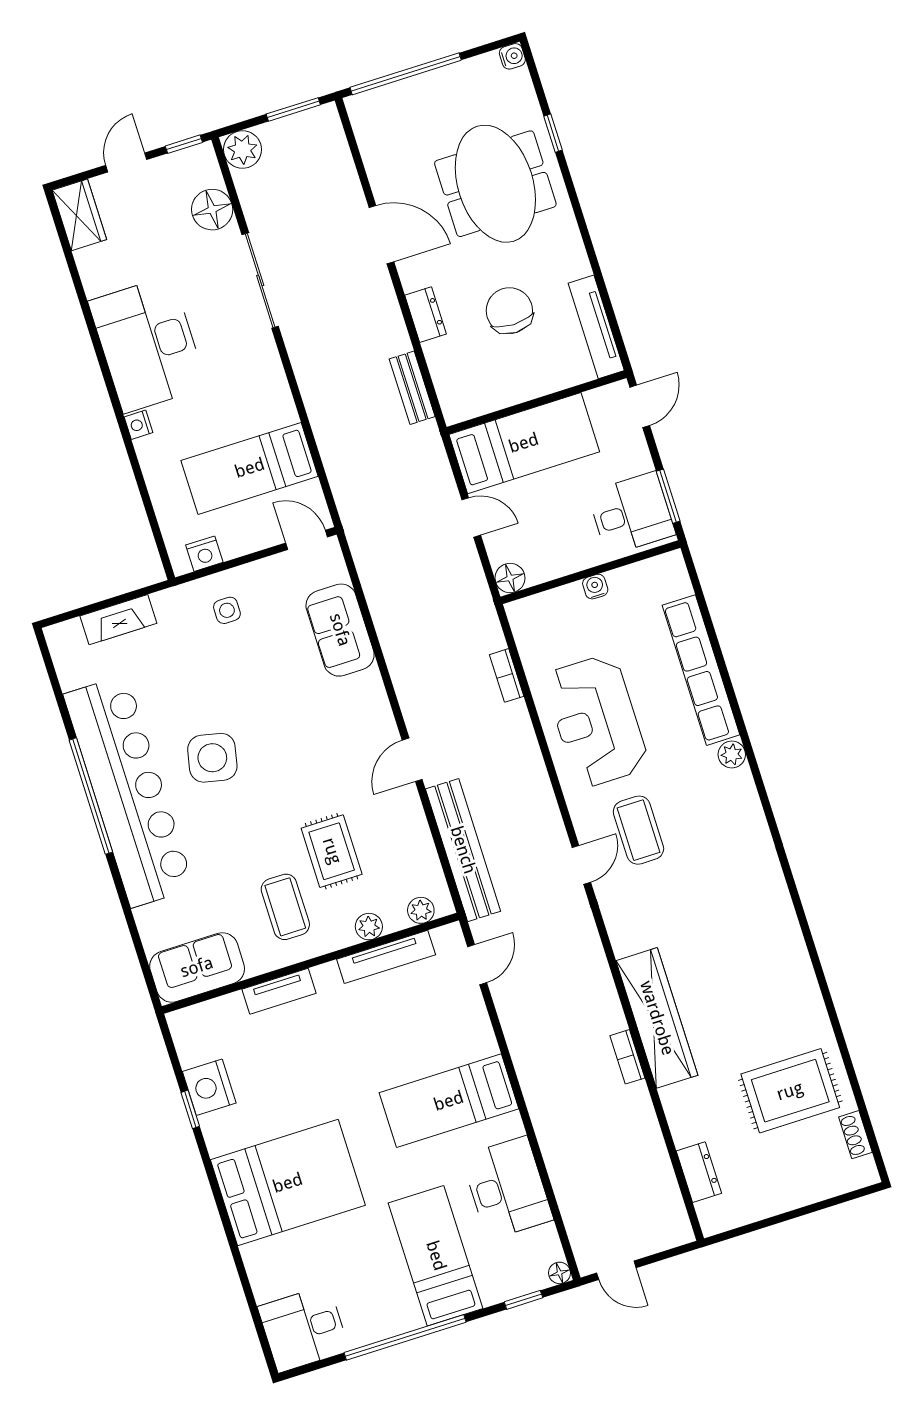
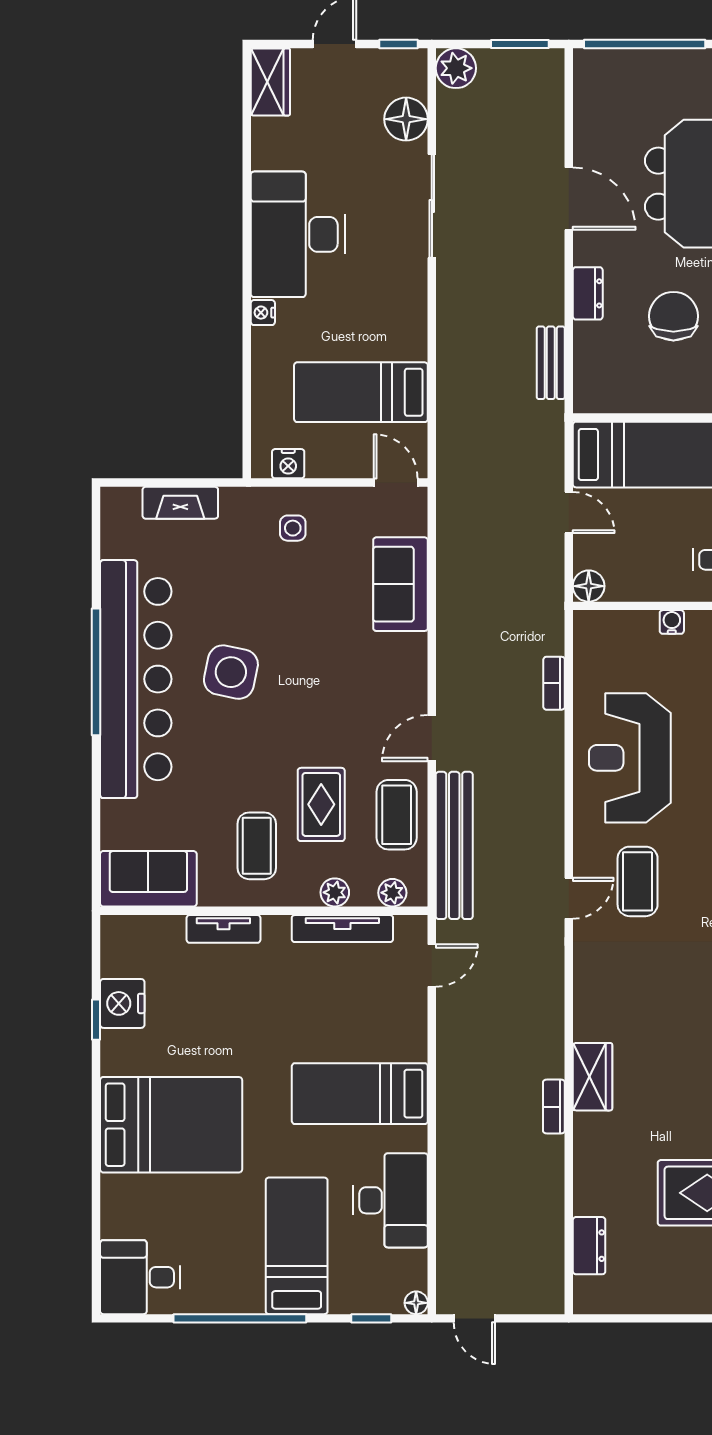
coffee table: (402, 839) -> (397, 815), added
wardrobe: (657, 1018) -> (593, 1077), width x0.48, depth x0.85

